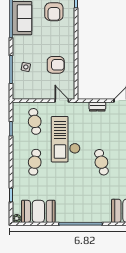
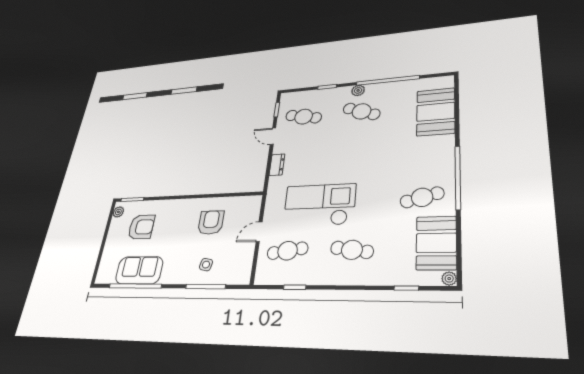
door: (62, 101) -> (259, 232), moved
checkout: (66, 139) -> (319, 205), turned 180
cafe table: (101, 162) -> (422, 197), moved

